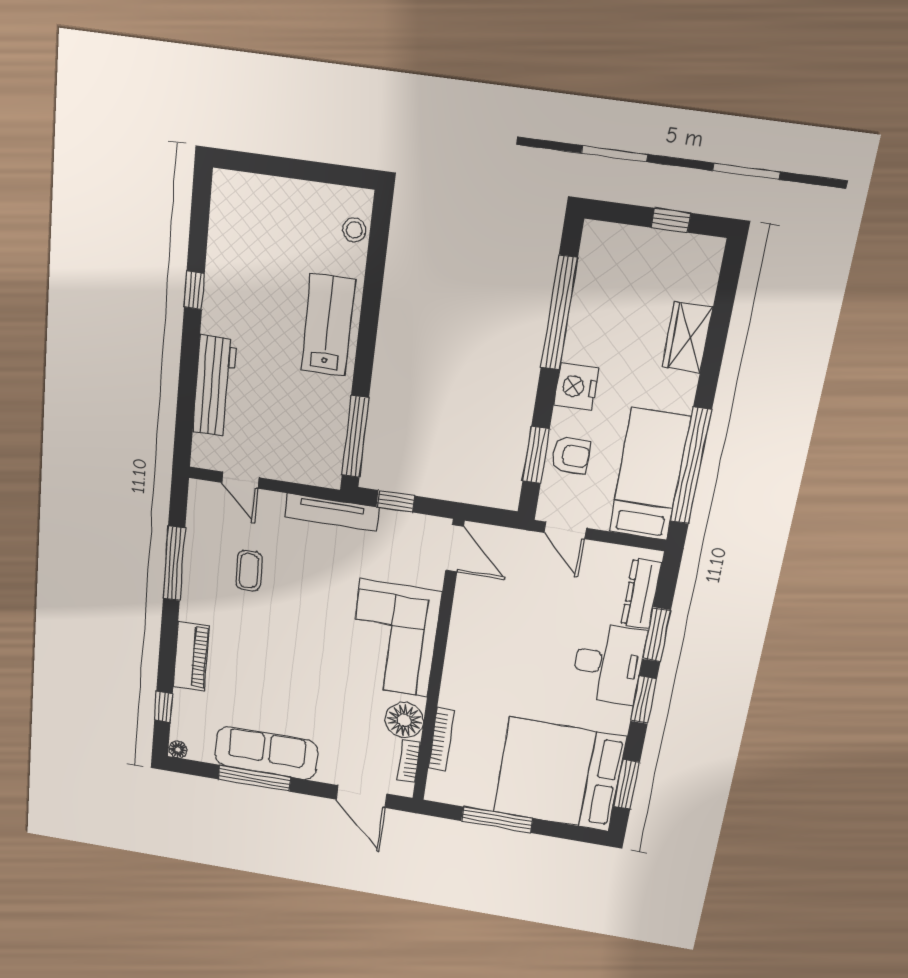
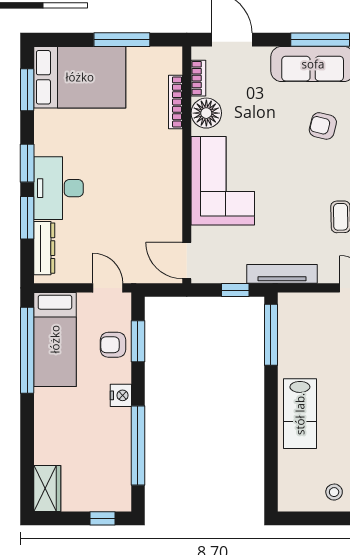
window: (671, 220) -> (103, 518), moved
stool: (354, 230) -> (334, 492), moved
wardrobe: (687, 337) -> (47, 489), moved
nightstand: (576, 387) -> (121, 395), width x0.74, depth x0.75
armchair: (261, 681) -> (323, 126), added
bed: (559, 775) -> (80, 77), width x0.73

